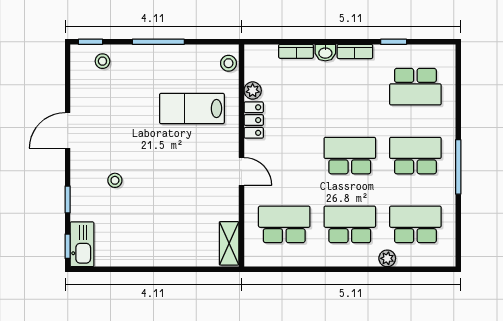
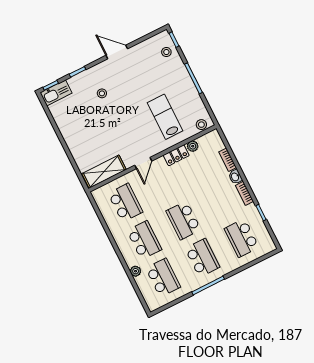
school desk: (350, 156) -> (184, 220), turned 180
shelving: (229, 243) -> (104, 172), width x1.50, depth x1.33

